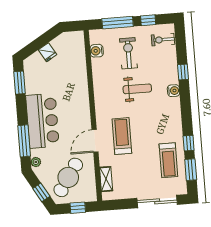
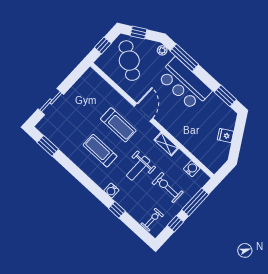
exercise bike: (128, 53) -> (168, 188), turned 180
door: (95, 141) -> (143, 112), moved
window: (189, 143) -> (67, 163), removed
treadmill: (168, 160) -> (100, 151), moved
shelving: (106, 179) -> (166, 144), moved
sliding door: (157, 201) -> (51, 102), width x0.73

